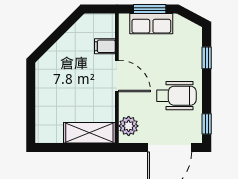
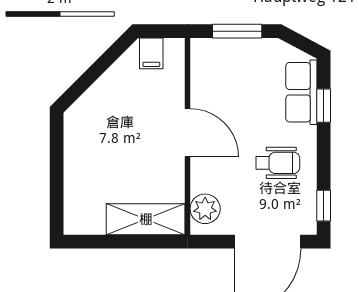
row of seats: (151, 24) -> (301, 92), moved, turned 90
filing cabinet: (105, 46) -> (151, 53), moved, turned -90
wheelchair: (176, 96) -> (278, 163), width x0.73, depth x0.73

